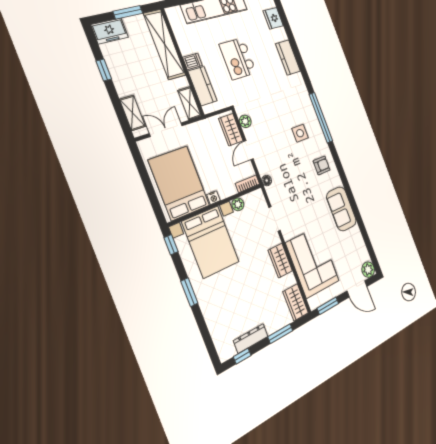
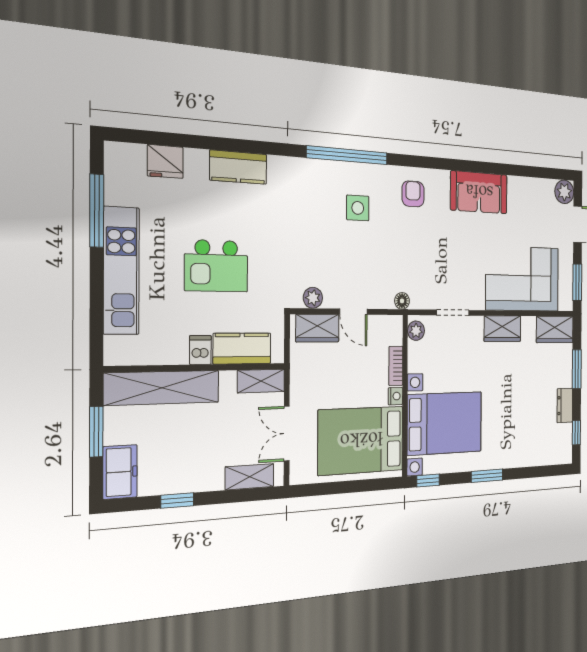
bookcase: (247, 184) -> (396, 366), moved
plant: (238, 204) -> (416, 331), moved
dresser: (251, 339) -> (565, 405), width x0.70

